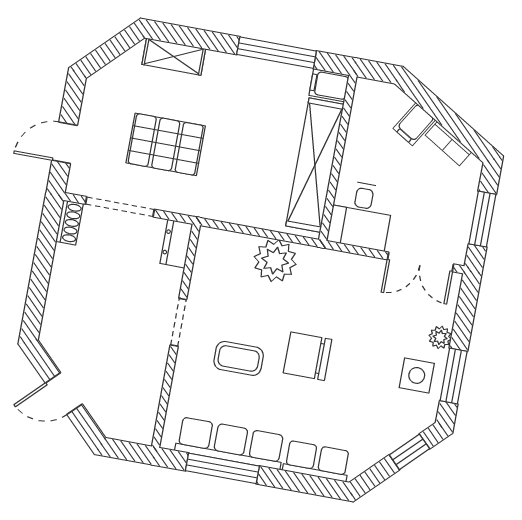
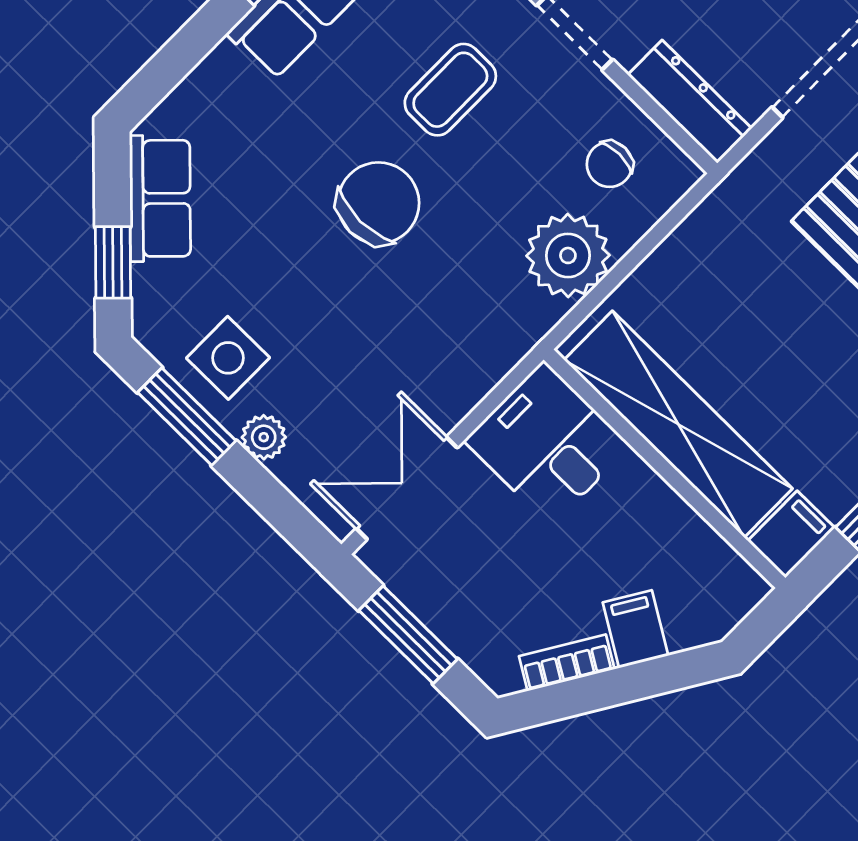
dresser: (176, 244) -> (690, 102), width x1.44
chair: (224, 269) -> (610, 164), added
row of seats: (317, 461) -> (160, 198), moved, turned -45

